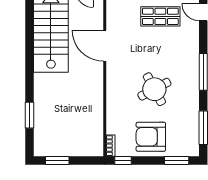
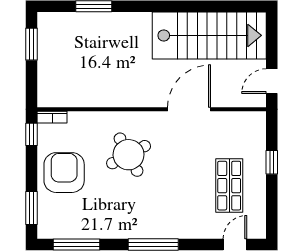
round table: (154, 89) -> (129, 155), moved

